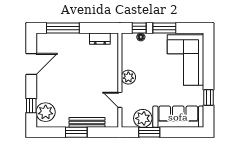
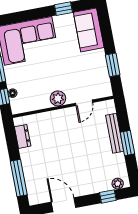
plant: (46, 112) -> (118, 184), width x0.53, depth x0.53
sofa: (178, 117) -> (89, 30), width x0.73
plant: (143, 118) -> (99, 75), removed

